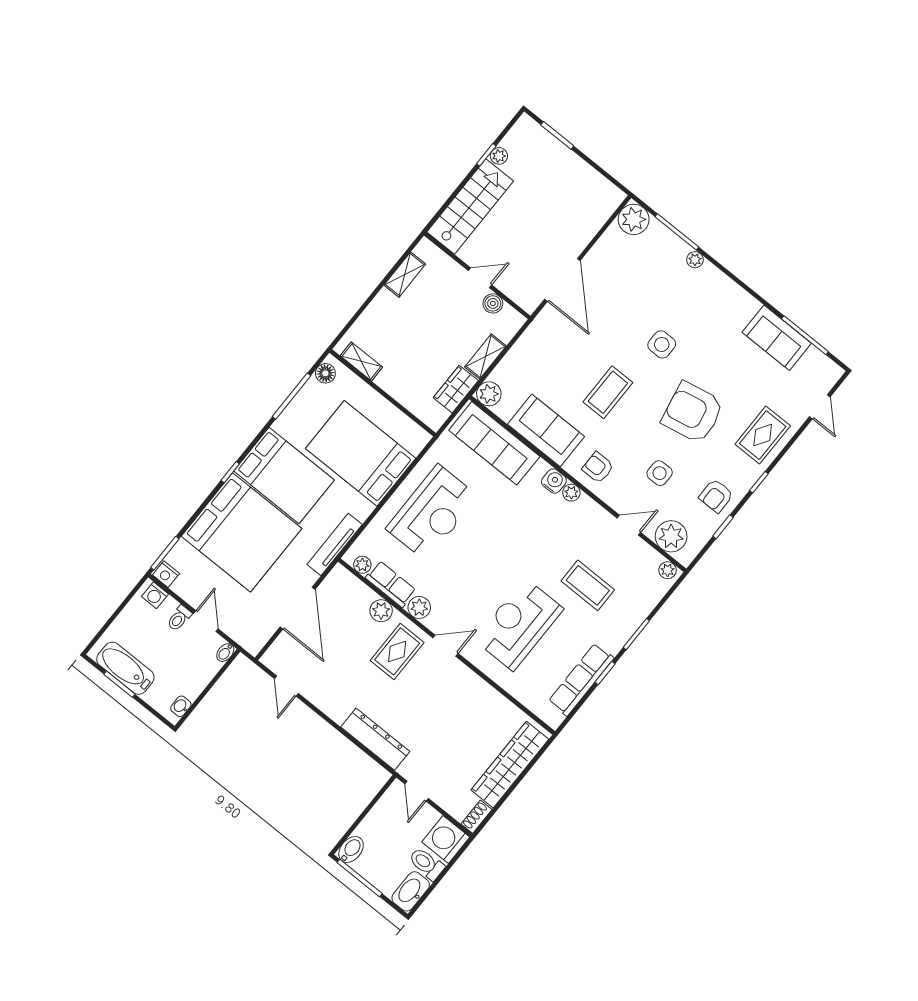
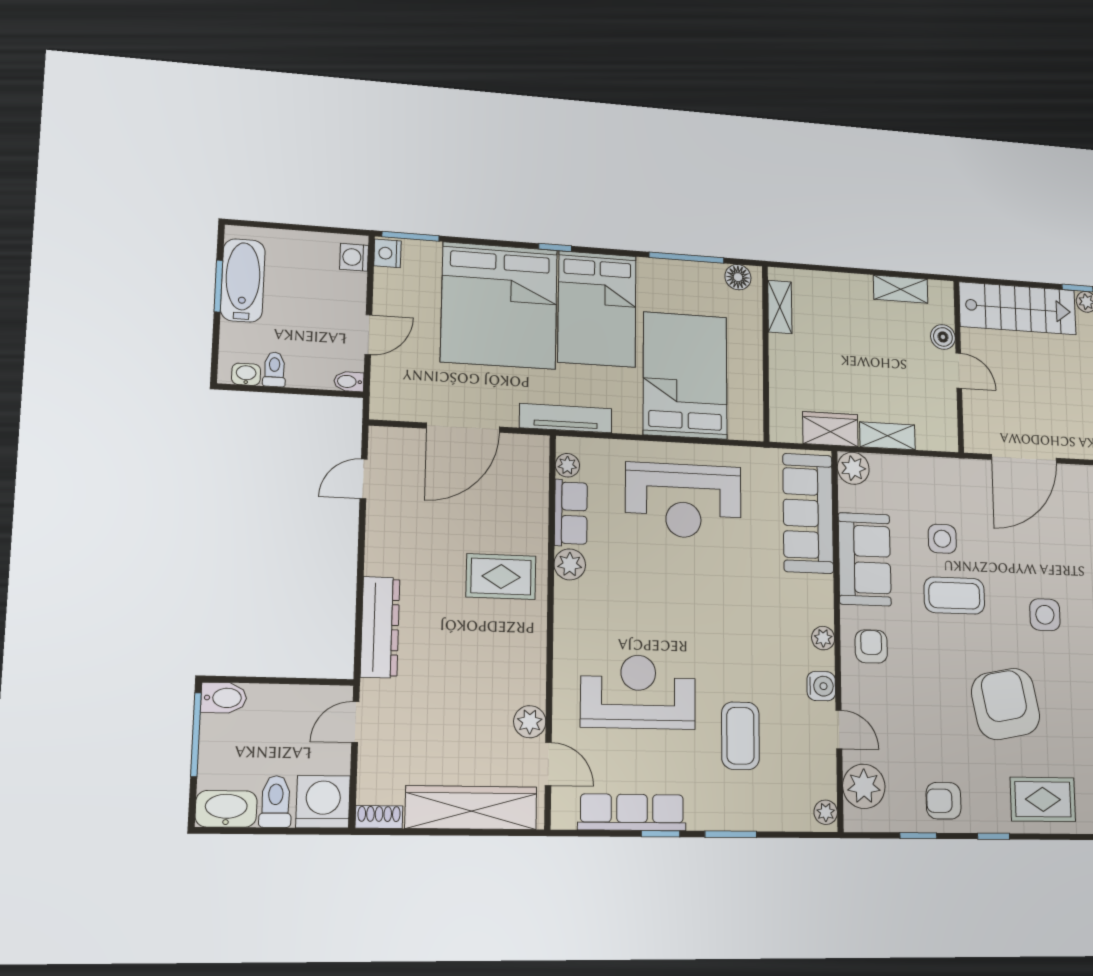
boiler: (493, 303) -> (943, 337), moved
side table: (660, 473) -> (942, 539), moved
water cooler: (554, 481) -> (821, 686), moved
plant: (381, 611) -> (530, 722), moved
toilet: (179, 618) -> (274, 369), moved, turned 90
door: (445, 646) -> (548, 764), moved

